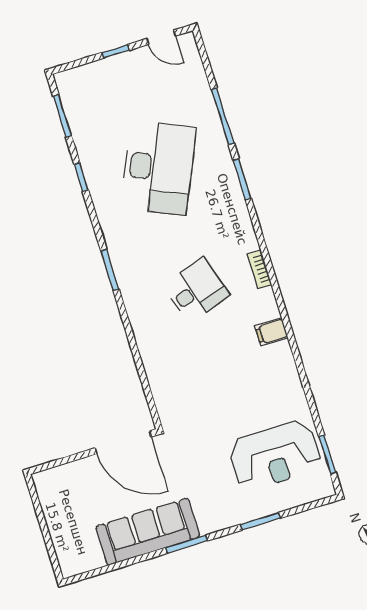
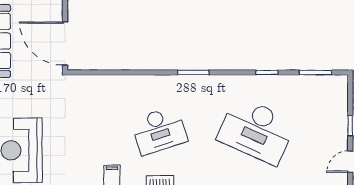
desk: (196, 290) -> (159, 131), width x1.37
door: (123, 442) -> (65, 43), hinge flipped

